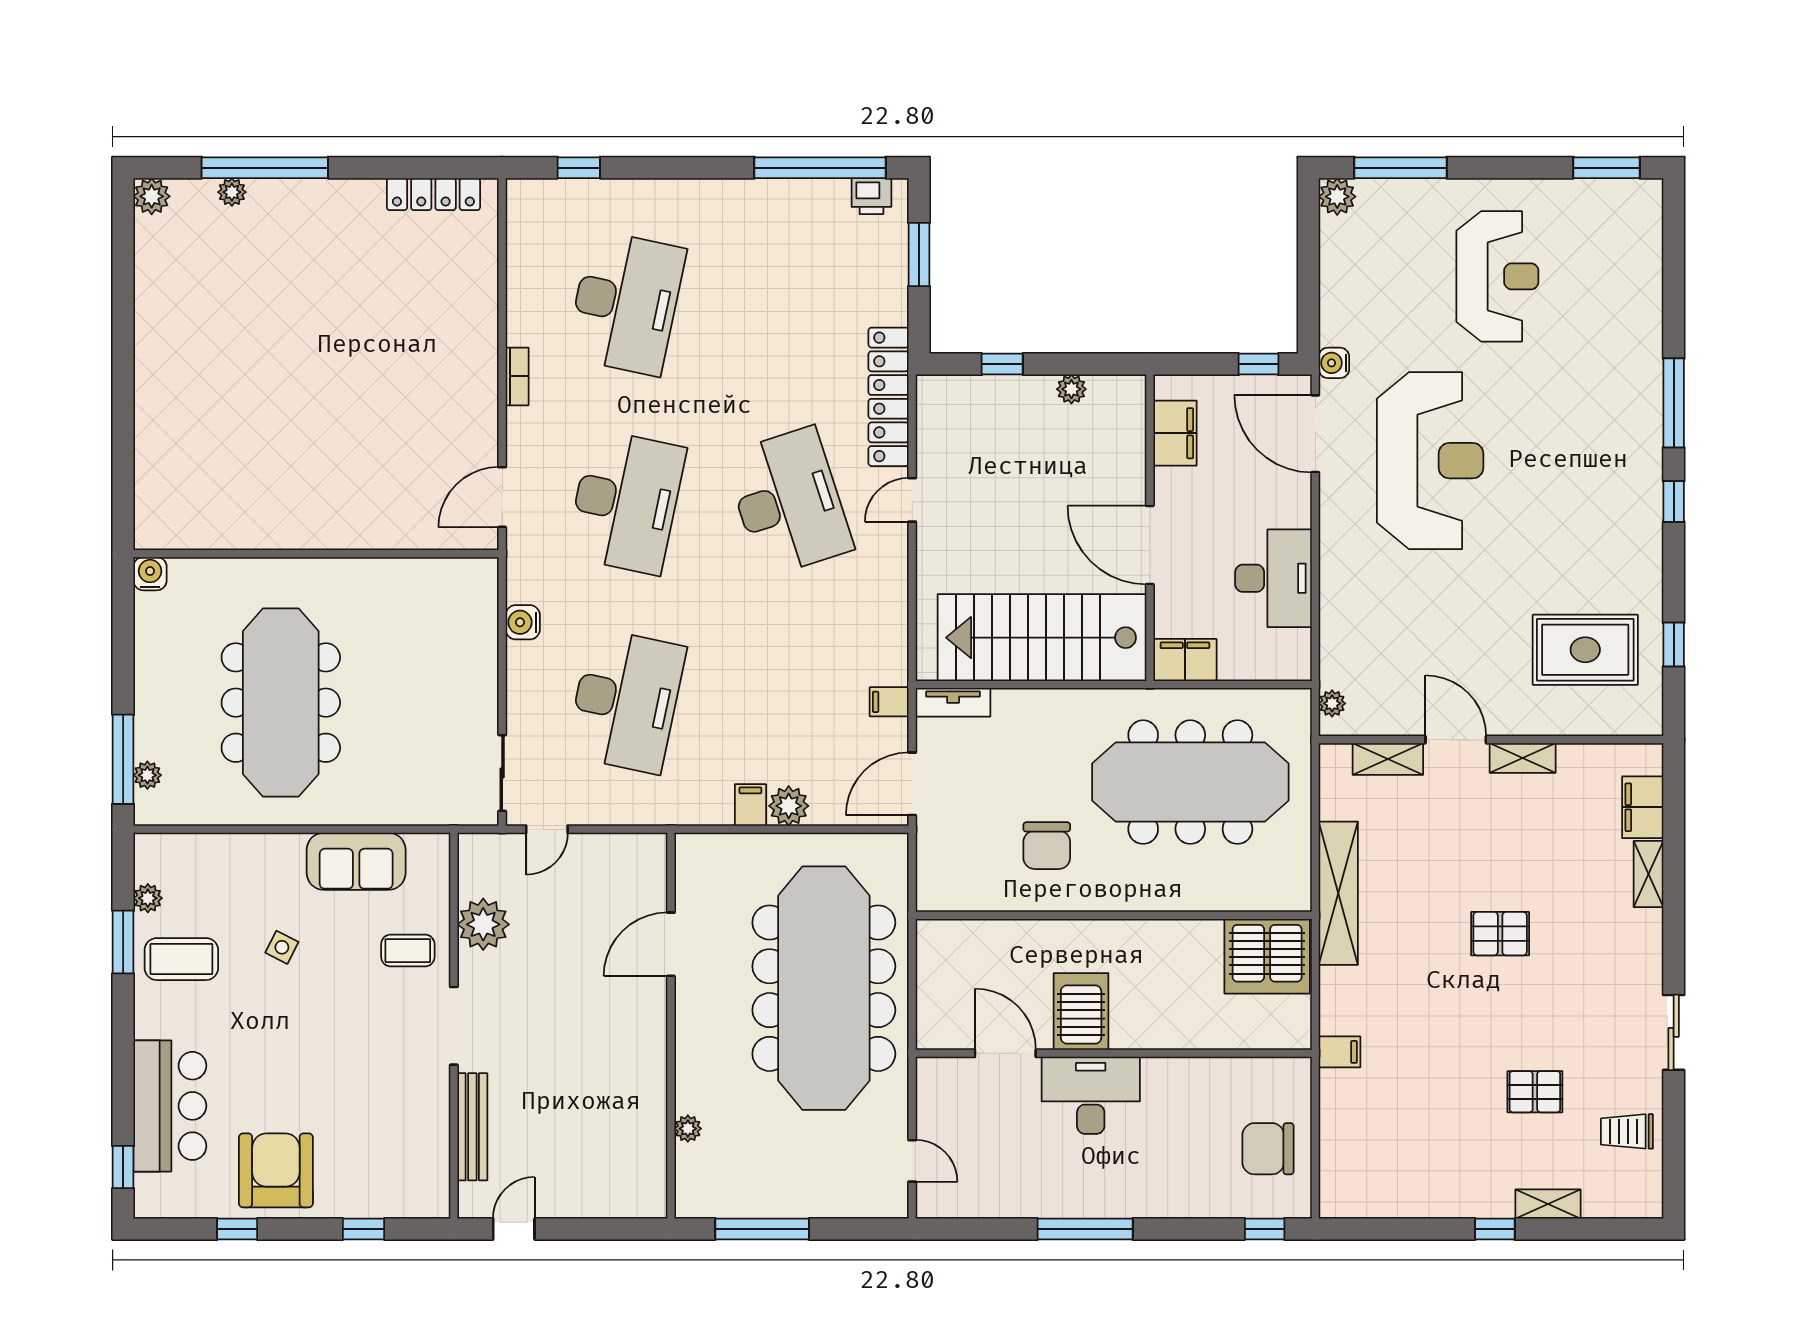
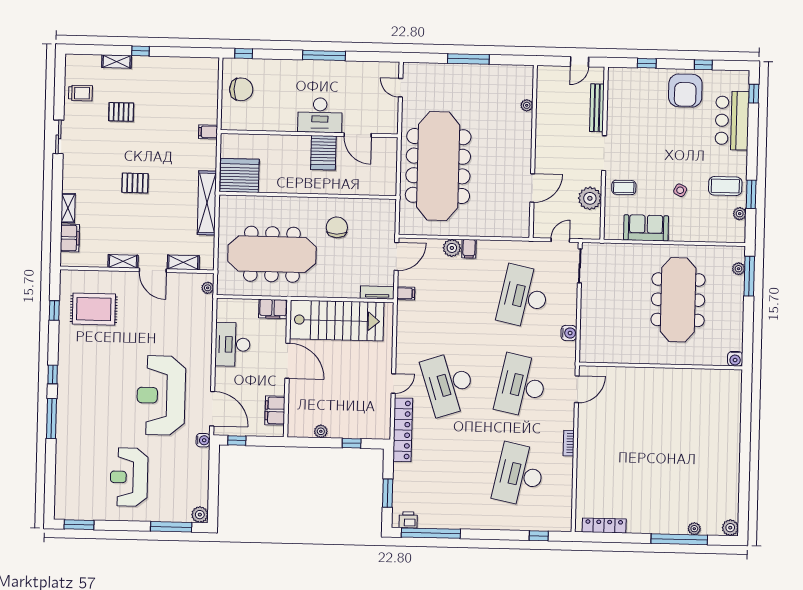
door: (671, 944) -> (532, 188), moved
wall: (671, 1026) -> (533, 152), moved
plant: (688, 1129) -> (527, 105), moved

